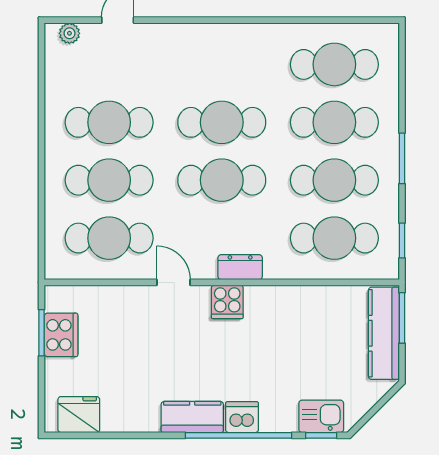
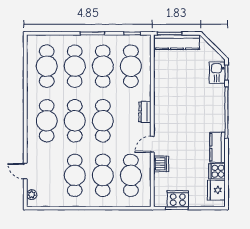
cafe table: (222, 64) -> (47, 121), added
cooker: (227, 302) -> (217, 171), moved, turned 180
kitchen counter: (192, 417) -> (218, 147), moved
dishwasher: (242, 417) -> (161, 164), moved, turned 180

